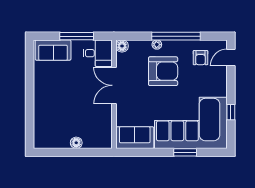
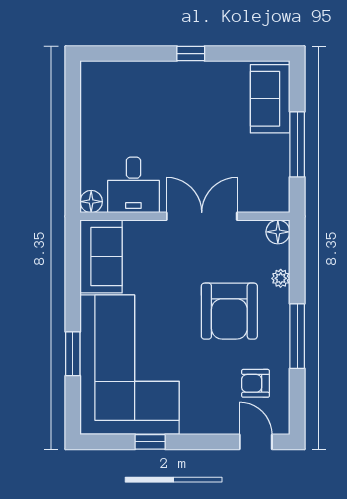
window: (176, 36) -> (297, 336), width x0.68
plant: (157, 45) -> (281, 278), moved
desk: (98, 53) -> (133, 185), moved
window: (30, 91) -> (191, 54), added
floor lamp: (76, 143) -> (91, 202), moved

